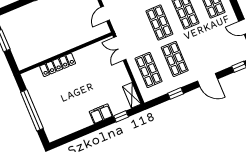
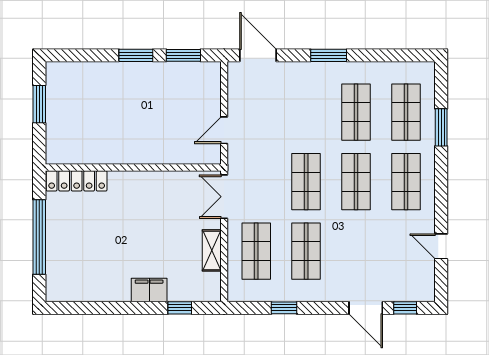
locker: (58, 65) -> (77, 181), moved
door: (207, 80) -> (366, 308), moved
shelving: (132, 95) -> (212, 250), moved

